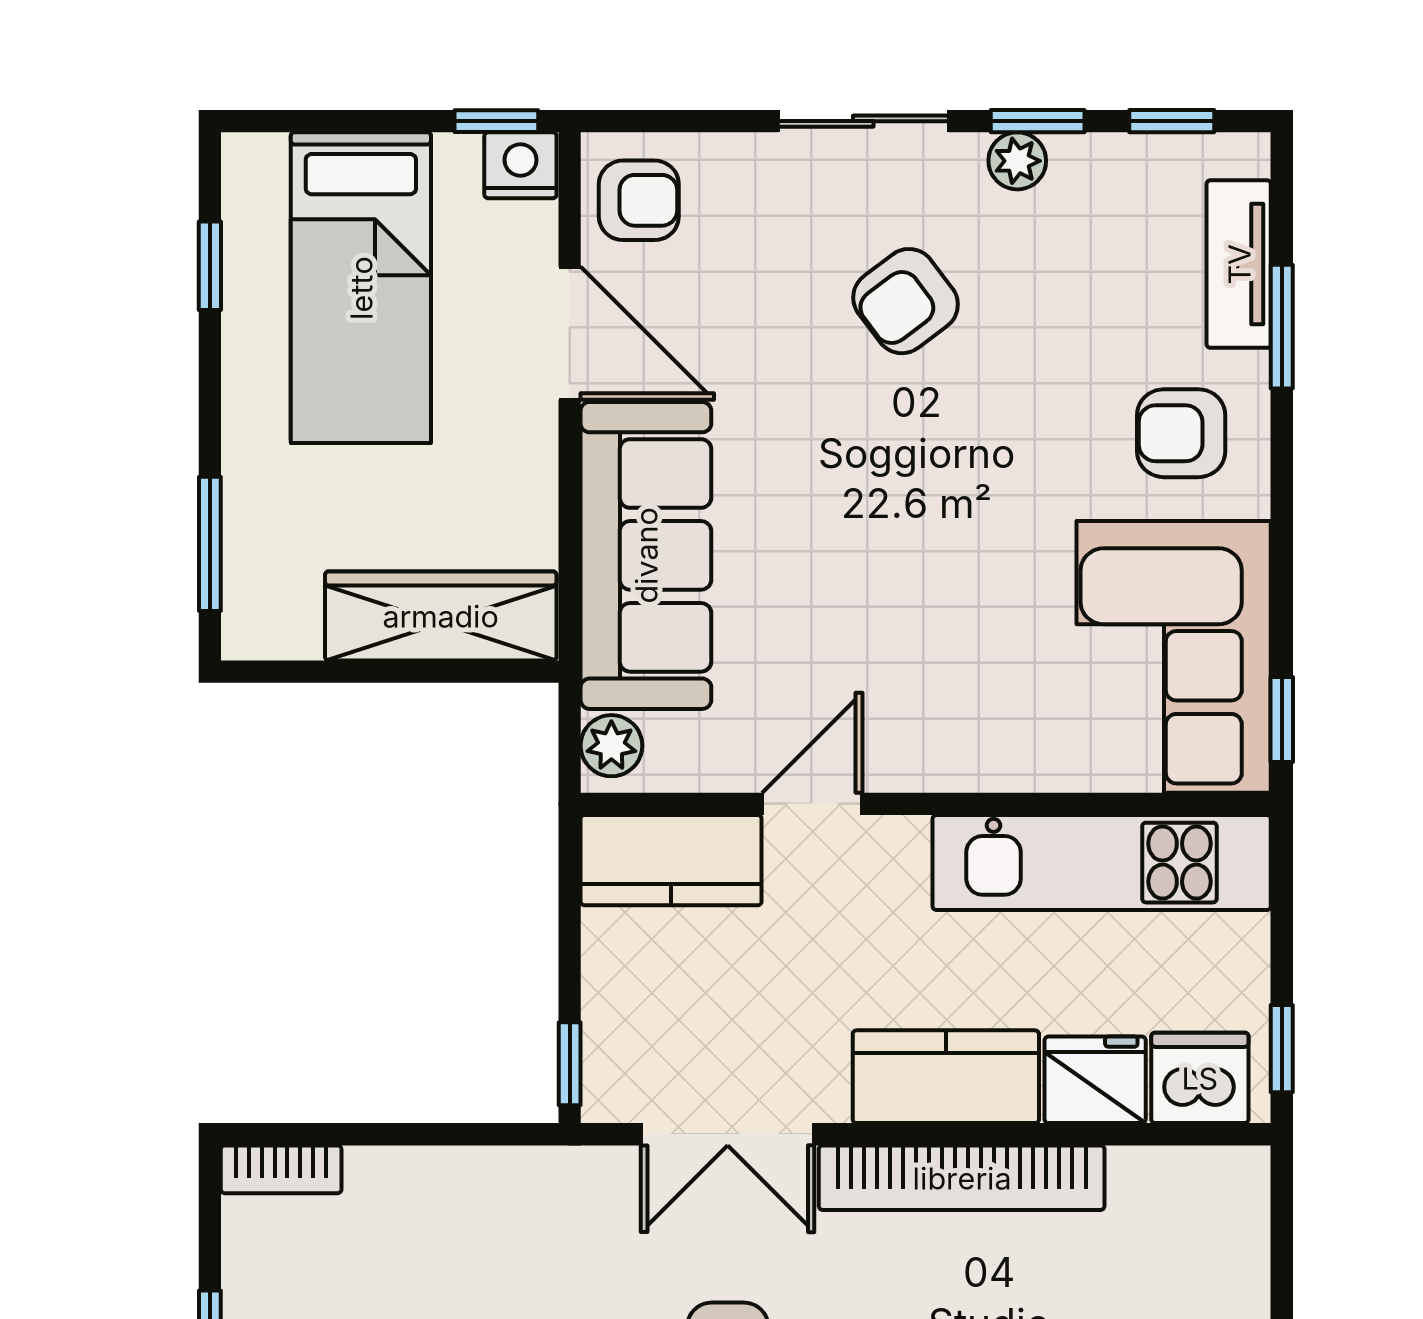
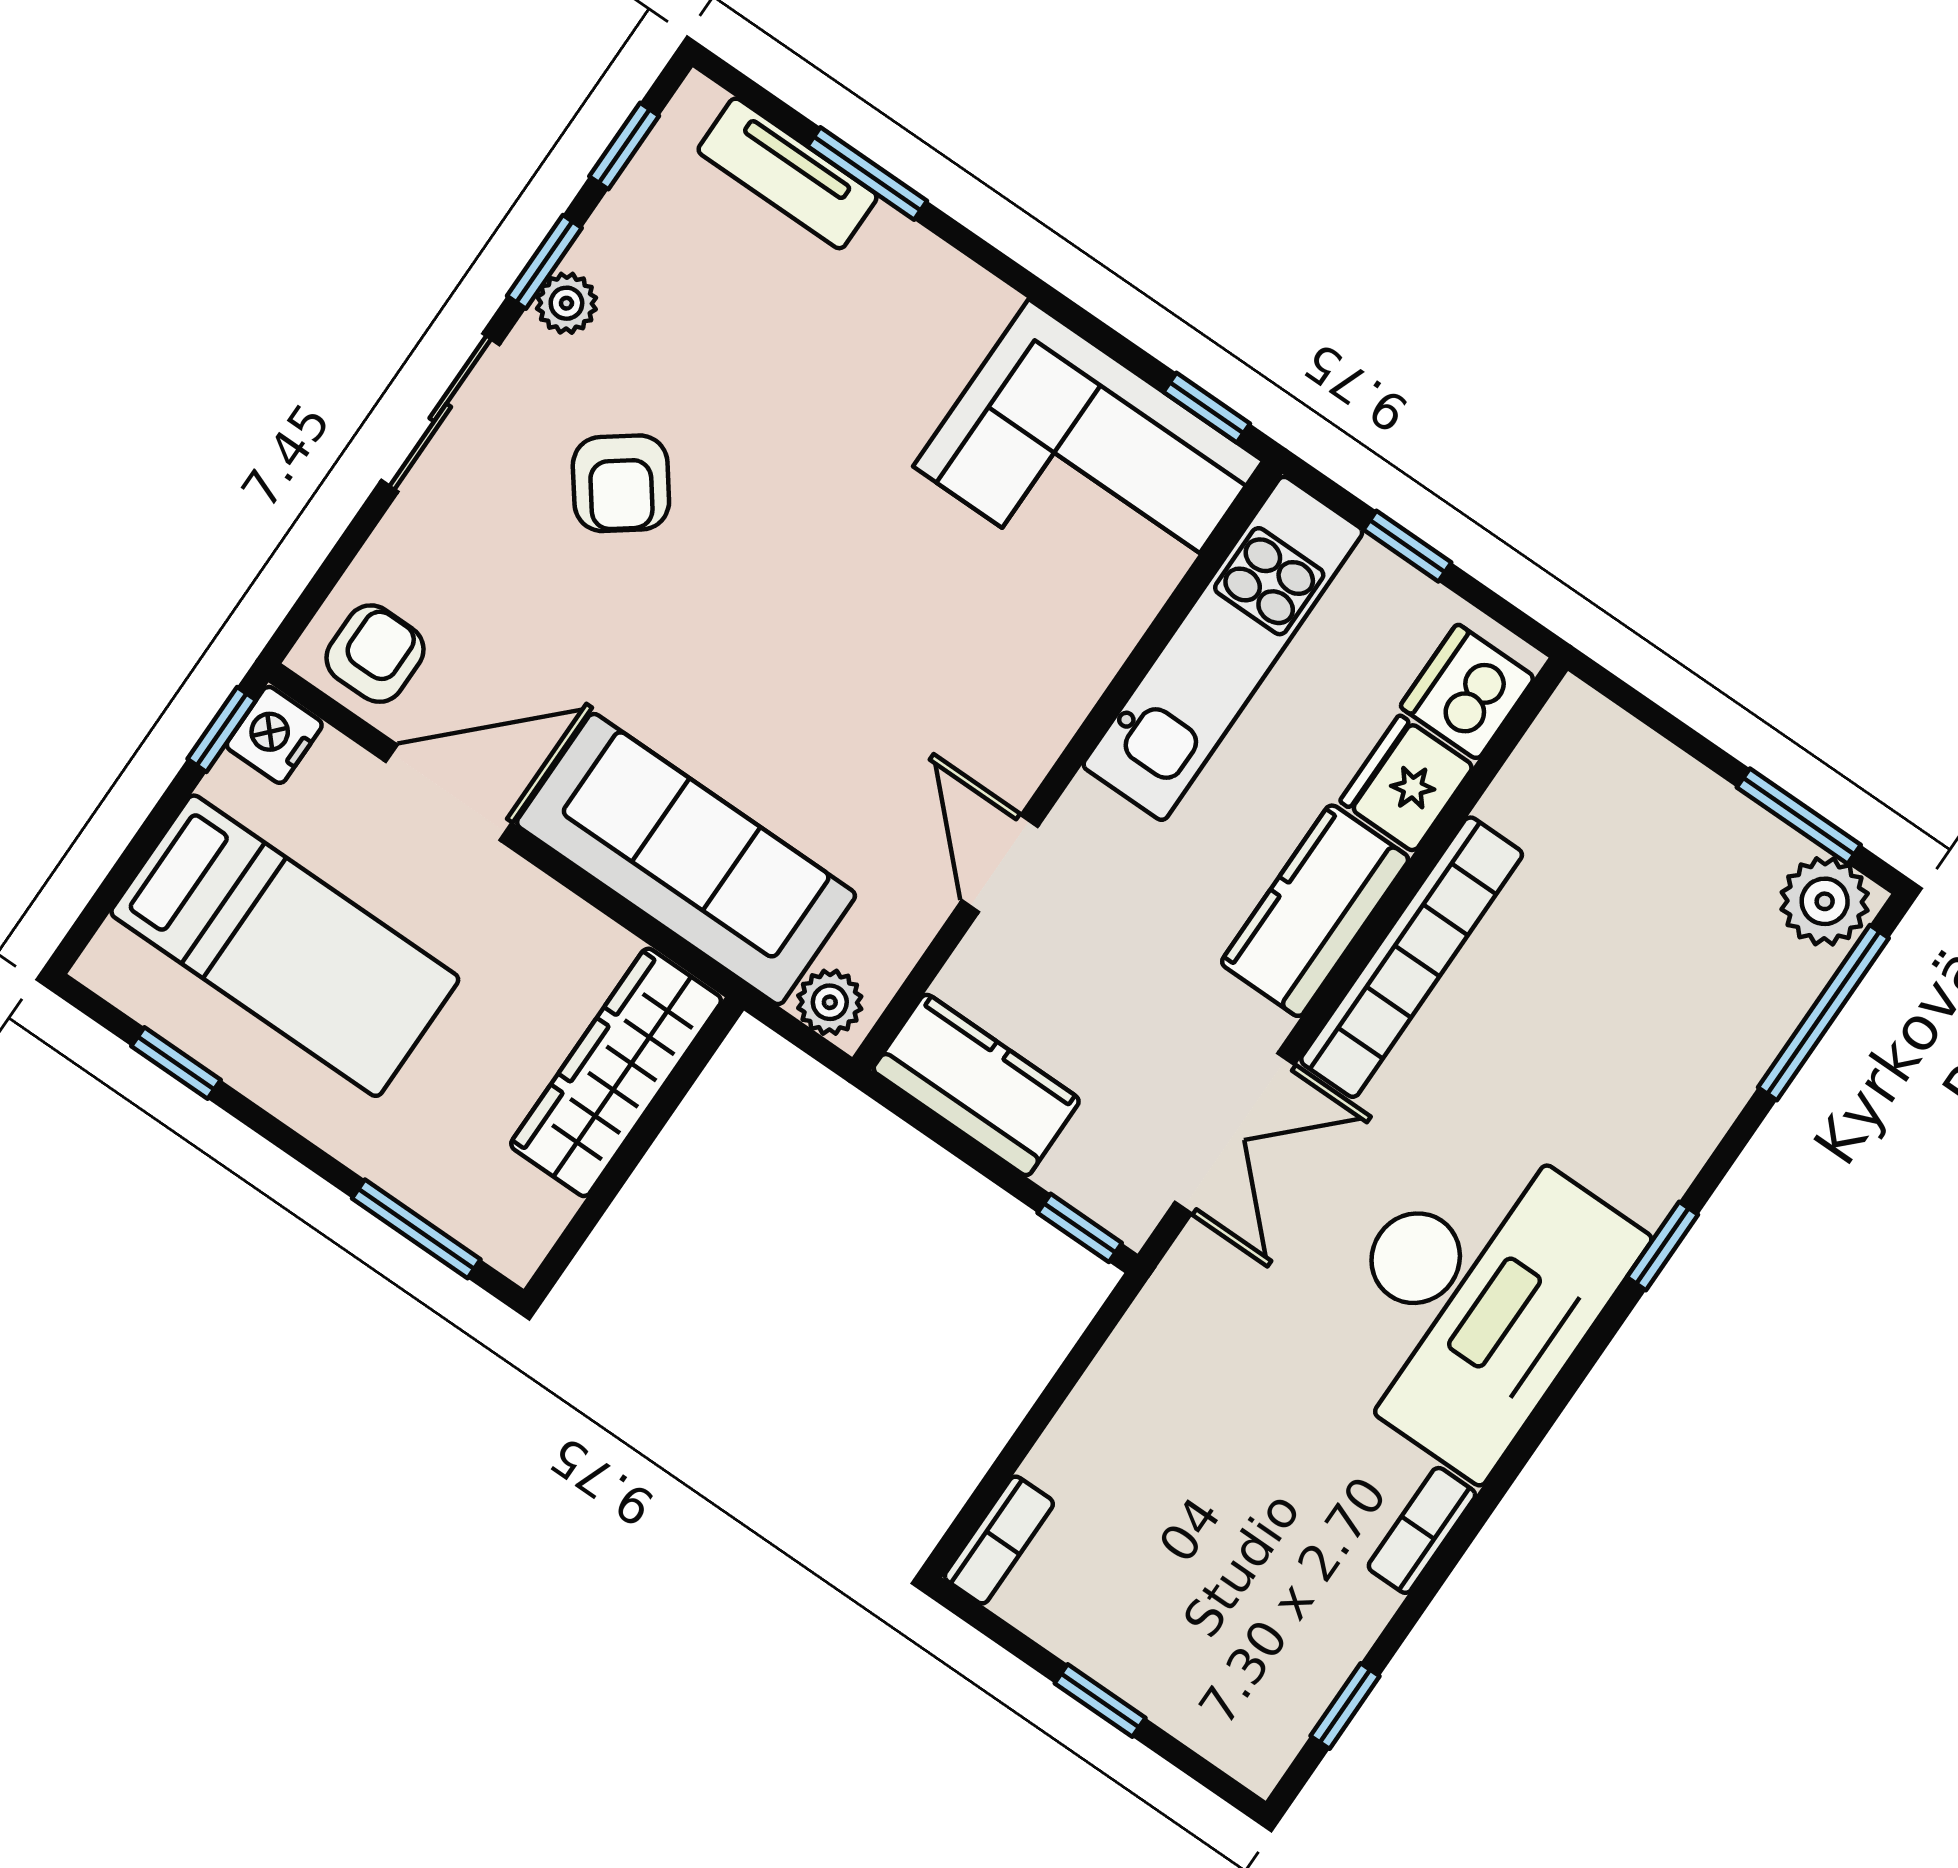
armchair: (1181, 433) -> (899, 324), removed
kitchen counter: (671, 860) -> (976, 1085), moved, turned -90
window: (1282, 1049) -> (1407, 546), moved

